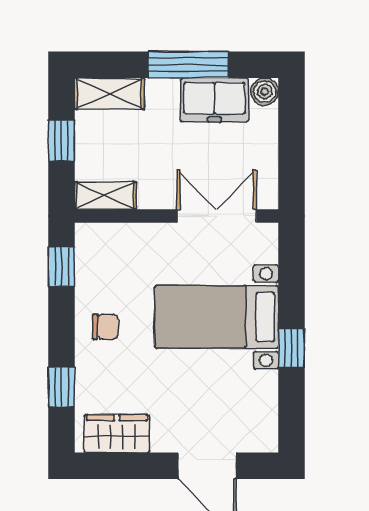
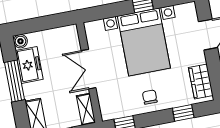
double door: (217, 216) -> (89, 69), moved
bed with nightstands: (216, 317) -> (144, 42), width x1.36

